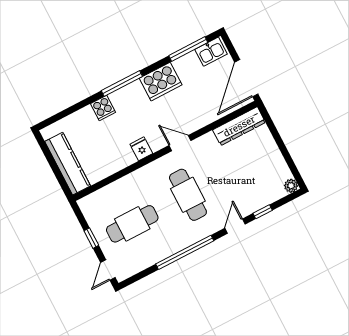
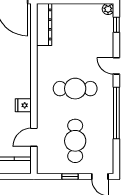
door: (180, 143) -> (34, 137), moved
window: (263, 212) -> (116, 25), moved

